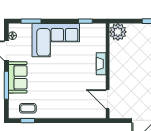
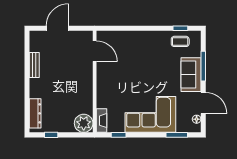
fireplace: (101, 64) -> (102, 121), moved

